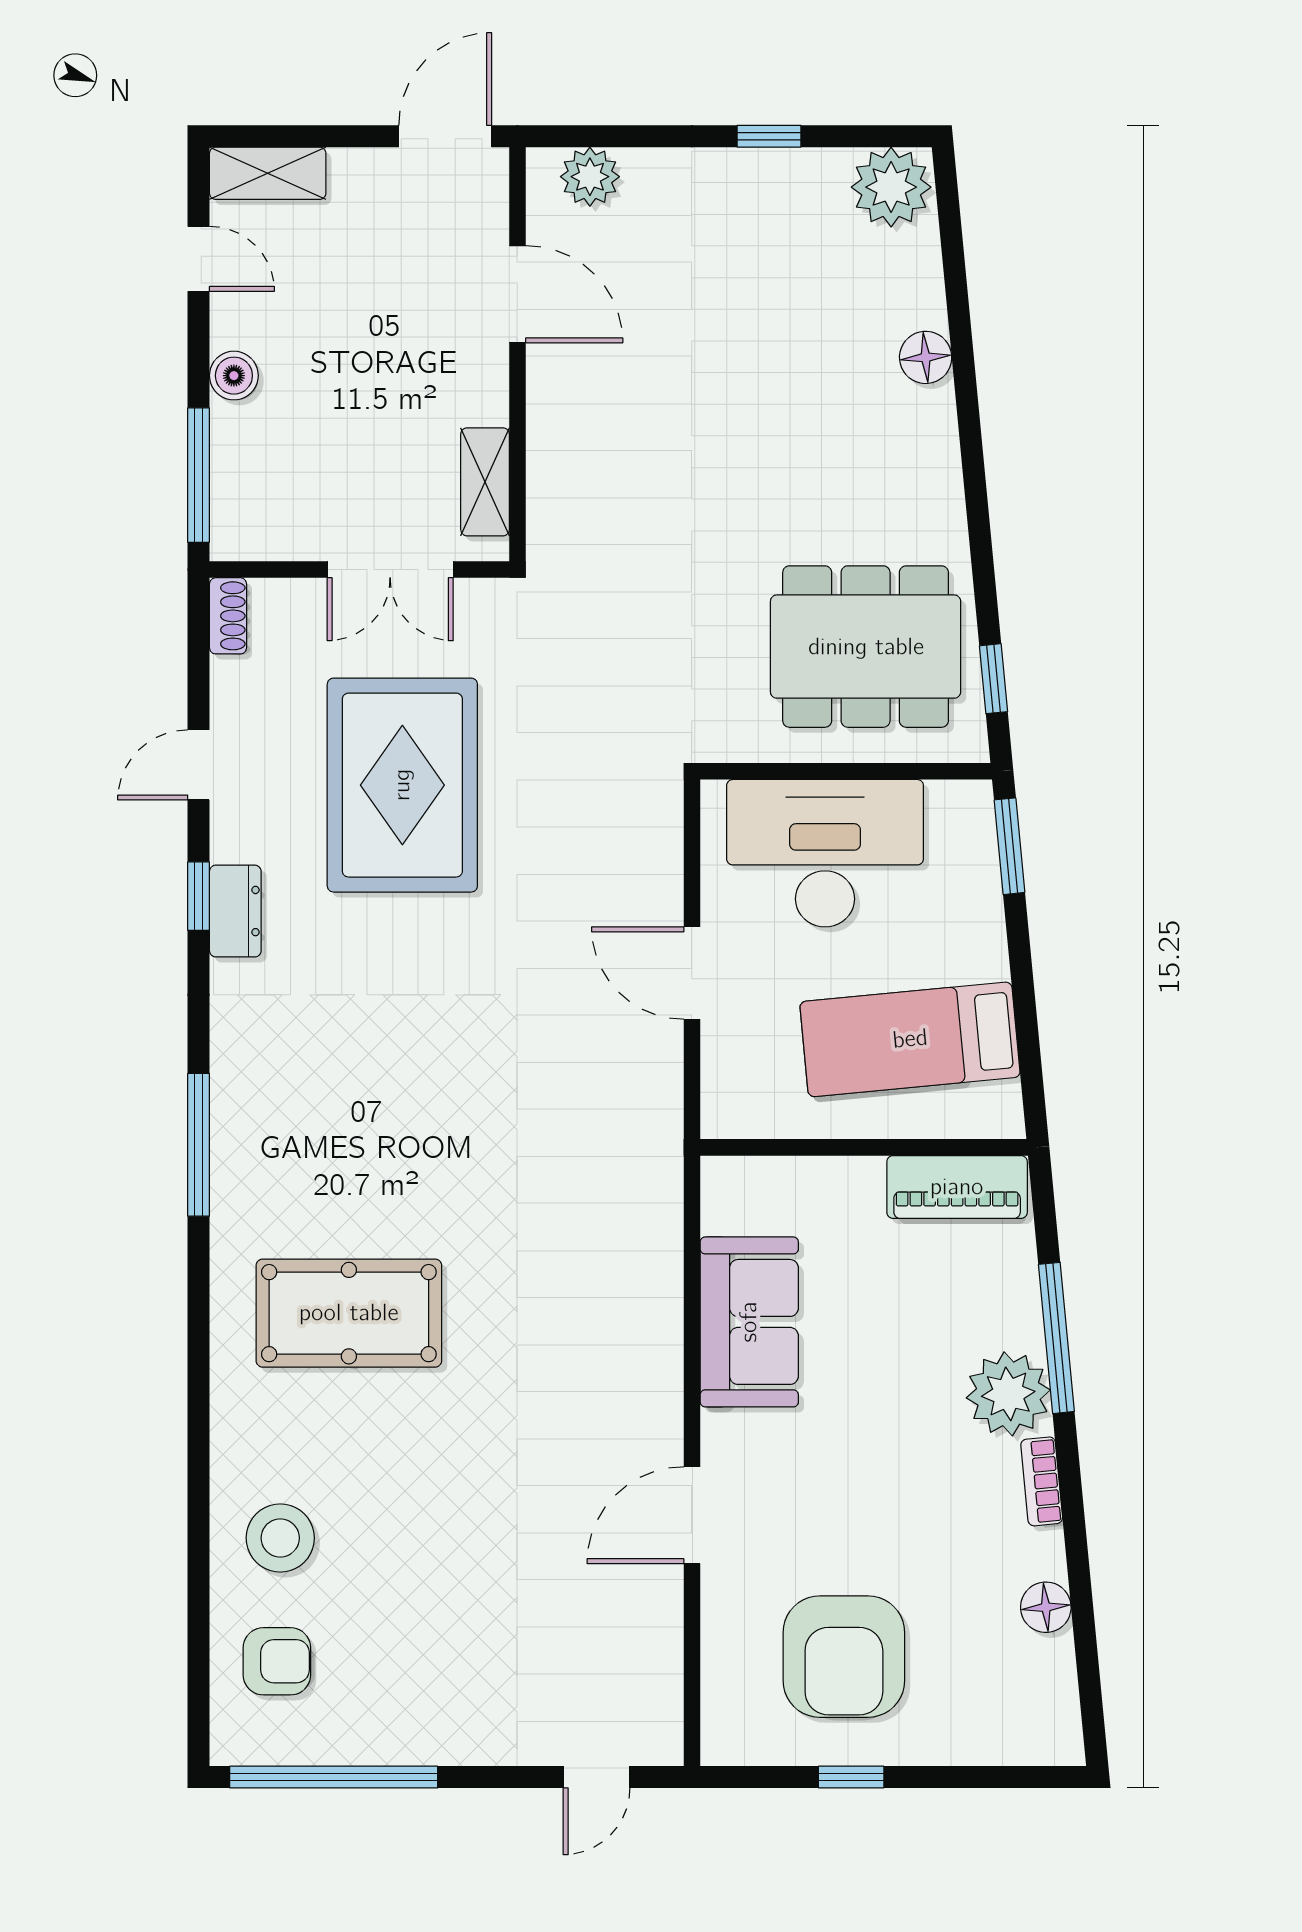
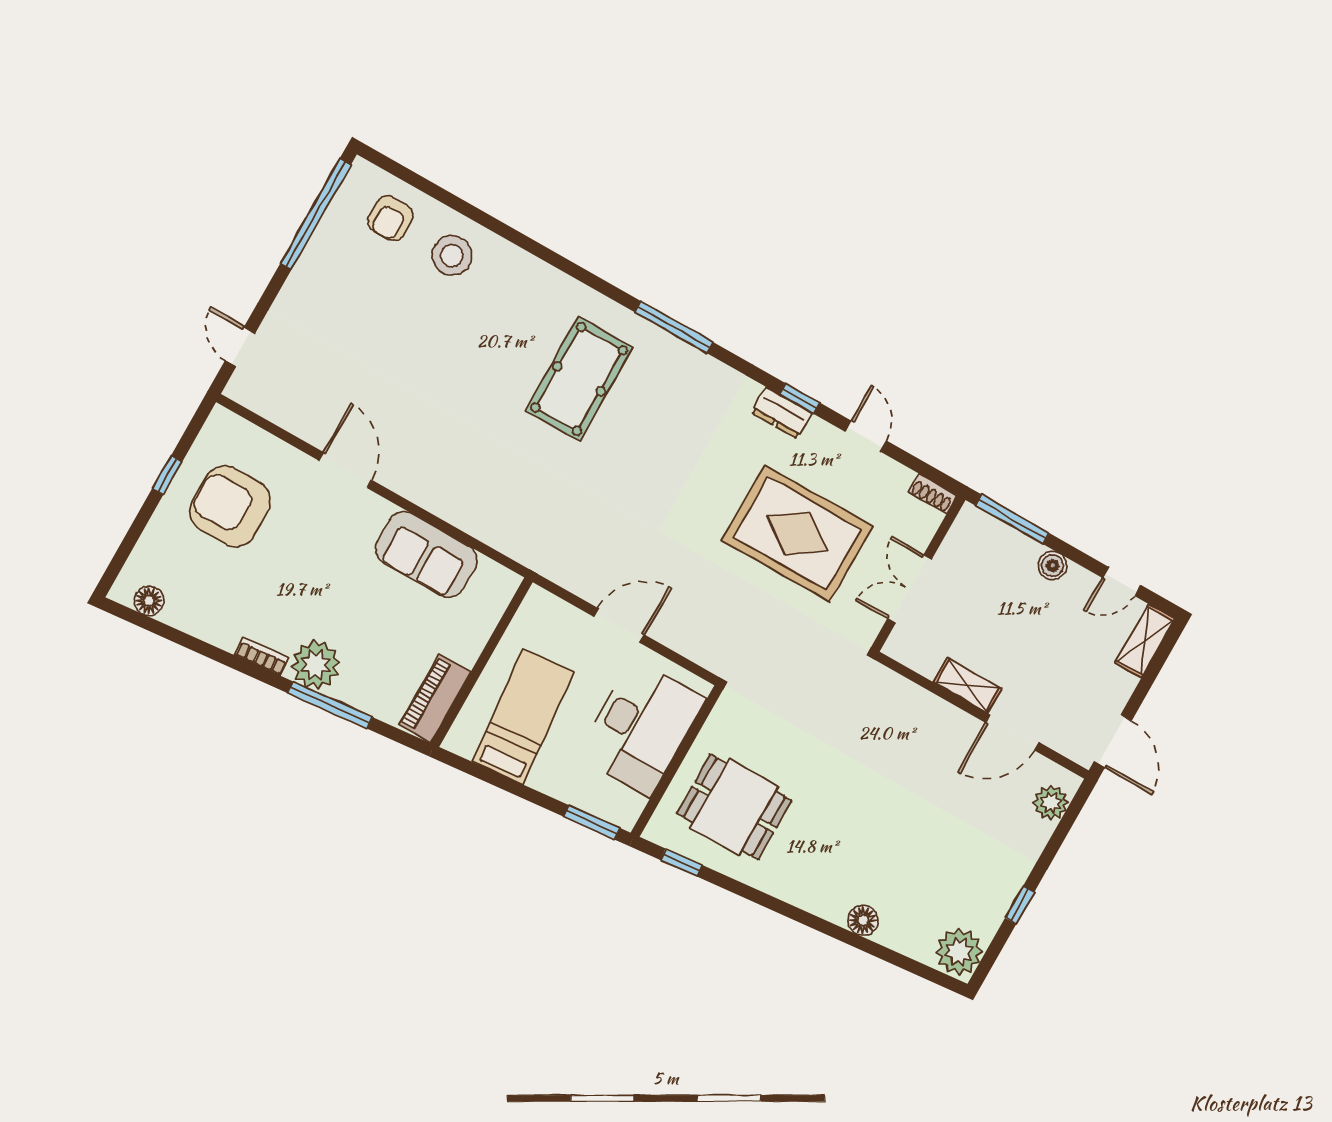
shelving: (485, 482) -> (968, 685), moved
dining table: (866, 647) -> (734, 807), width x0.73
pool table: (349, 1313) -> (579, 379), moved
floor lamp: (1046, 1607) -> (149, 601), moved

